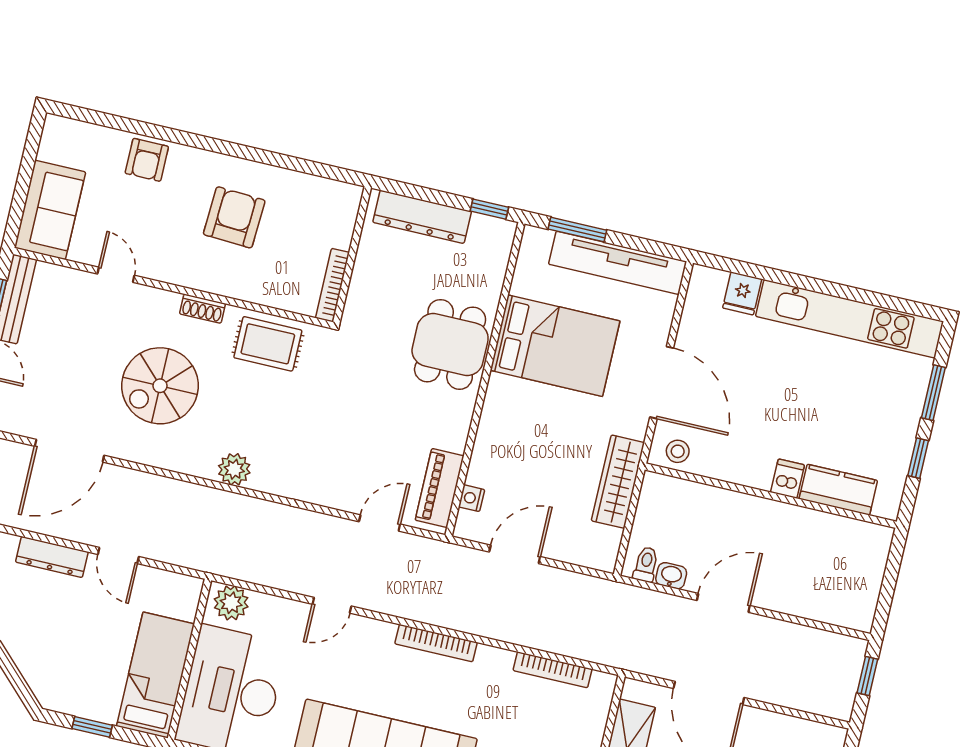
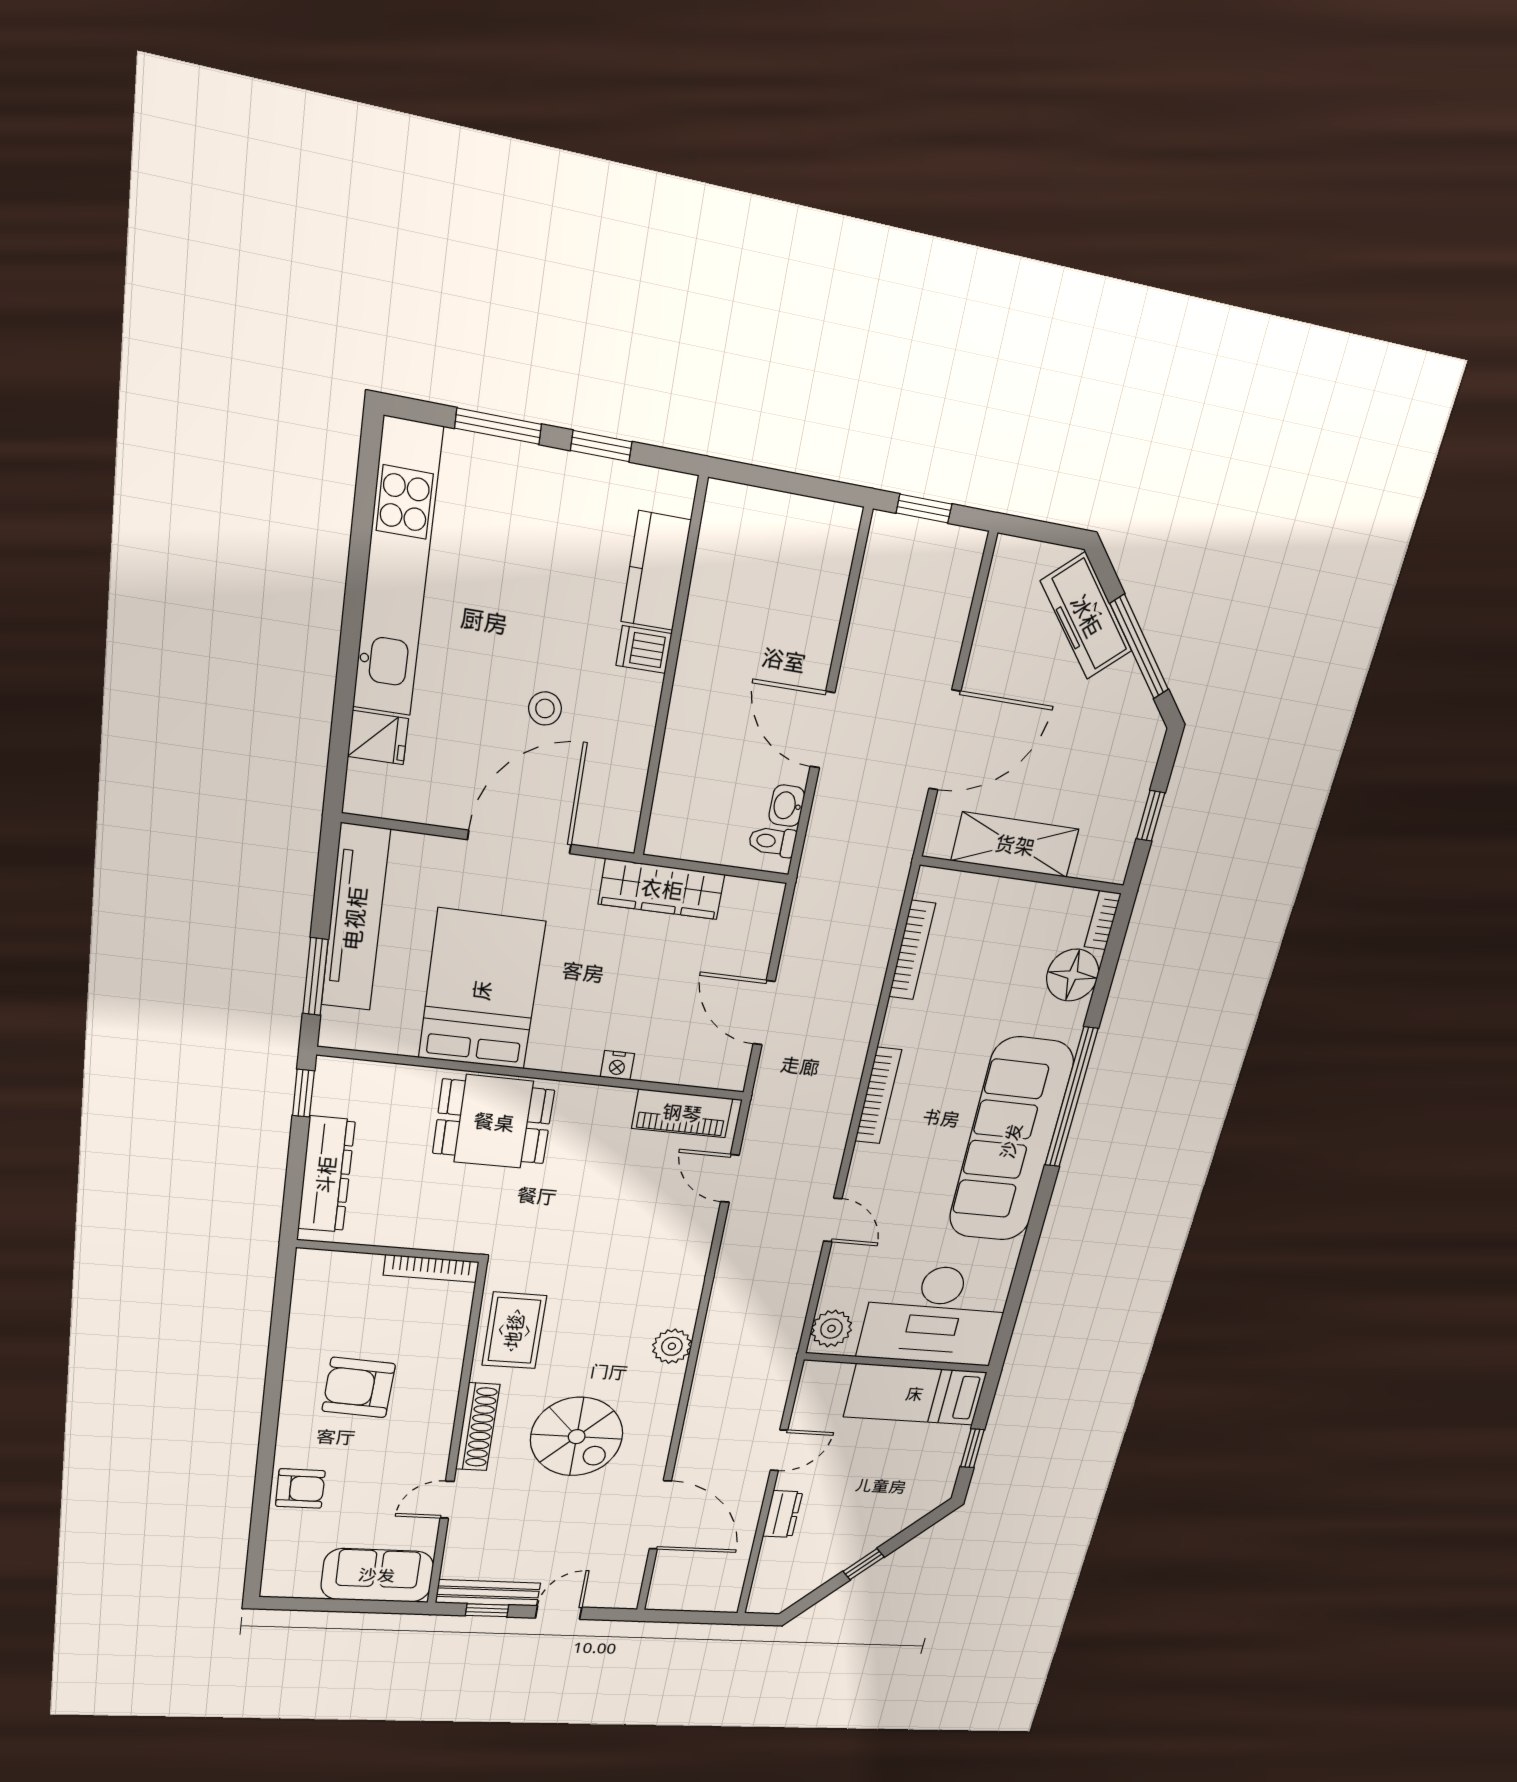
shoe rack: (202, 309) -> (478, 1427), width x1.94, depth x1.24
stool: (678, 451) -> (545, 708), moved
nightstand: (472, 498) -> (617, 1065), moved
dresser: (52, 557) -> (783, 1514), width x0.70

